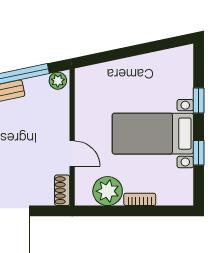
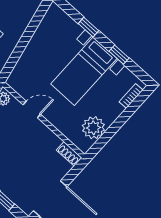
door: (72, 154) -> (32, 110), moved
bookcase: (140, 199) -> (131, 96), moved

